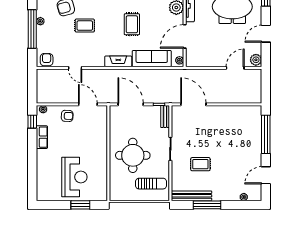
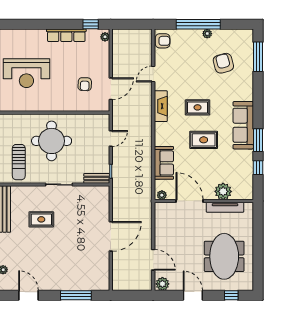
rug: (85, 26) -> (198, 107), moved, turned 90
sofa: (152, 59) -> (164, 163), width x0.73
fireplace: (118, 61) -> (161, 106), moved
door: (131, 104) -> (111, 139), width x0.53
door: (193, 104) -> (111, 236), moved
armchair: (67, 116) -> (85, 84), moved
window: (266, 134) -> (76, 295), width x0.68
row of seats: (42, 137) -> (66, 35), width x1.48
rug: (200, 164) -> (41, 219), turned 90

